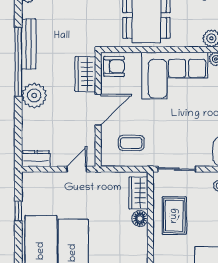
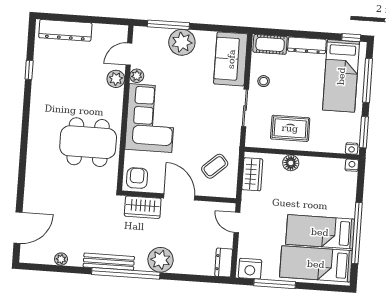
coffee table: (131, 143) -> (215, 166), turned 48
sliding door: (177, 169) -> (245, 108), moved
nightstand: (32, 185) -> (250, 269), added
wardrobe: (138, 193) -> (252, 174), moved, turned -90
window: (18, 211) -> (275, 284), width x2.17

